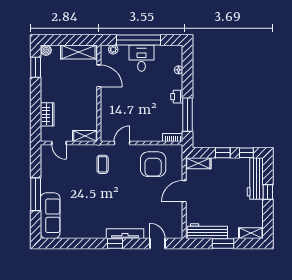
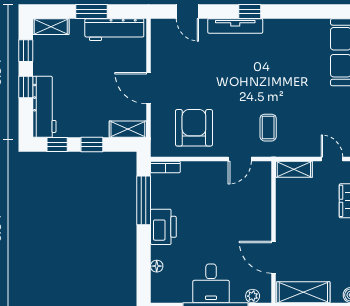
printer: (177, 97) -> (163, 227), width x1.87, depth x1.48
door: (184, 191) -> (149, 88), swing flipped
window: (268, 217) -> (26, 51), added

